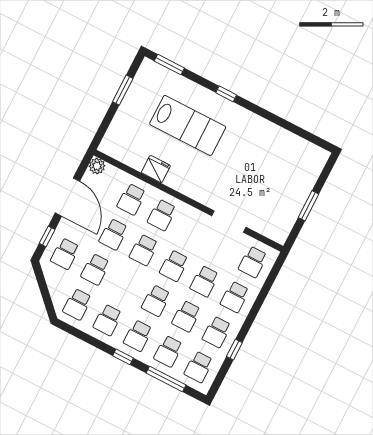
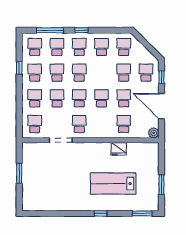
school desk: (162, 215) -> (79, 124), moved

